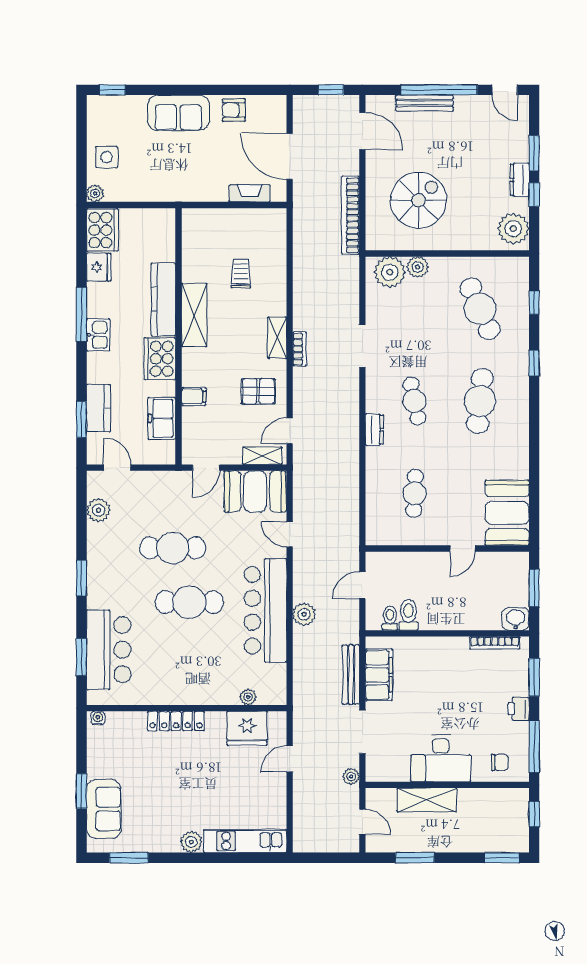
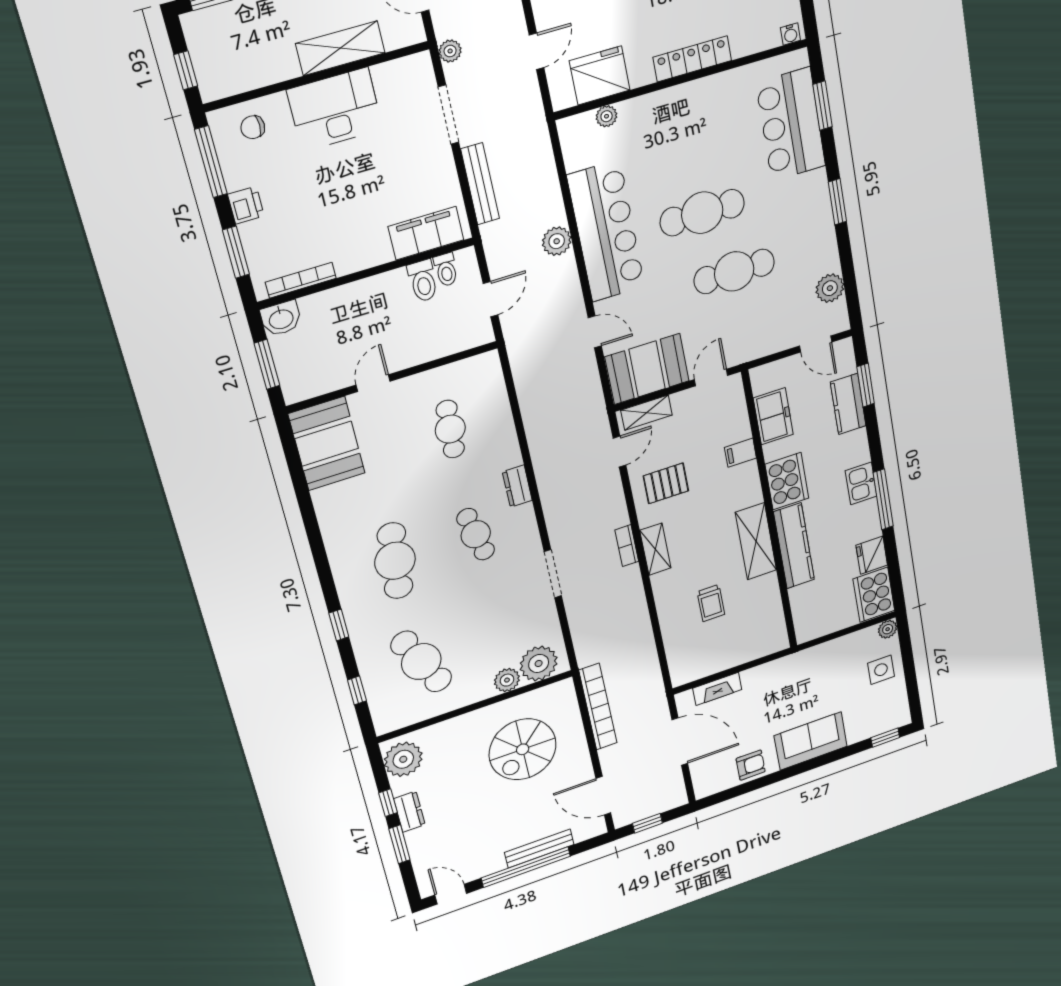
filing cabinet: (379, 675) -> (426, 233), moved, turned 90

